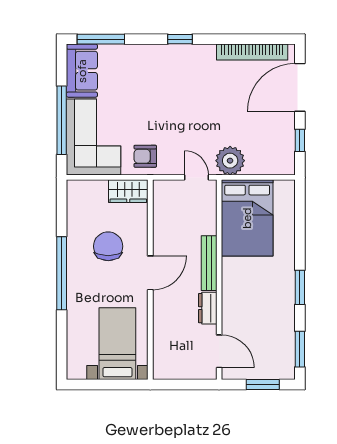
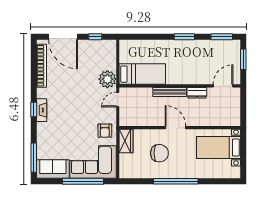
fireplace: (179, 52) -> (42, 110), added
bed: (247, 218) -> (142, 74), width x0.67
chair: (108, 246) -> (159, 153), turned 180

